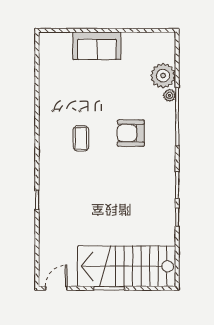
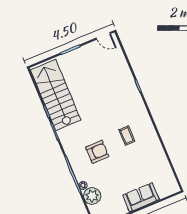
stairs: (127, 266) -> (56, 95), moved, turned -90
door: (56, 288) -> (103, 36), hinge flipped

